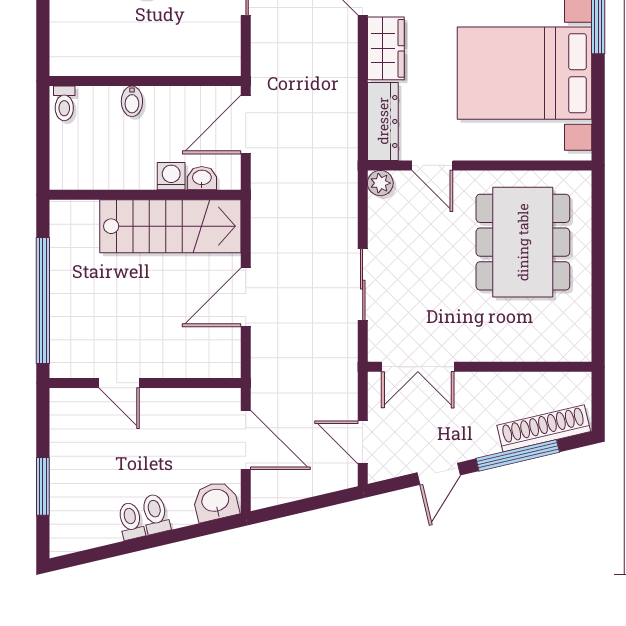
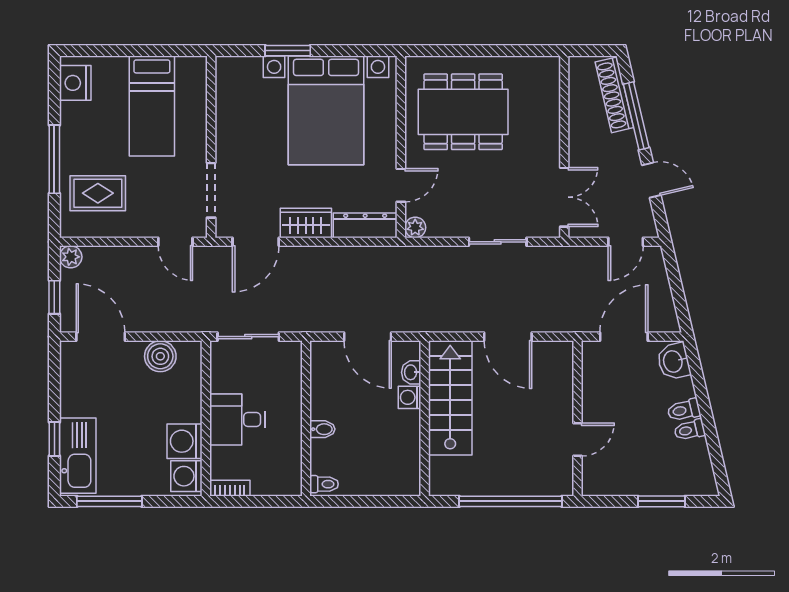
wall: (145, 81) -> (306, 418), moved
bidet: (132, 101) -> (322, 429), moved
toilet: (64, 103) -> (324, 484), moved

